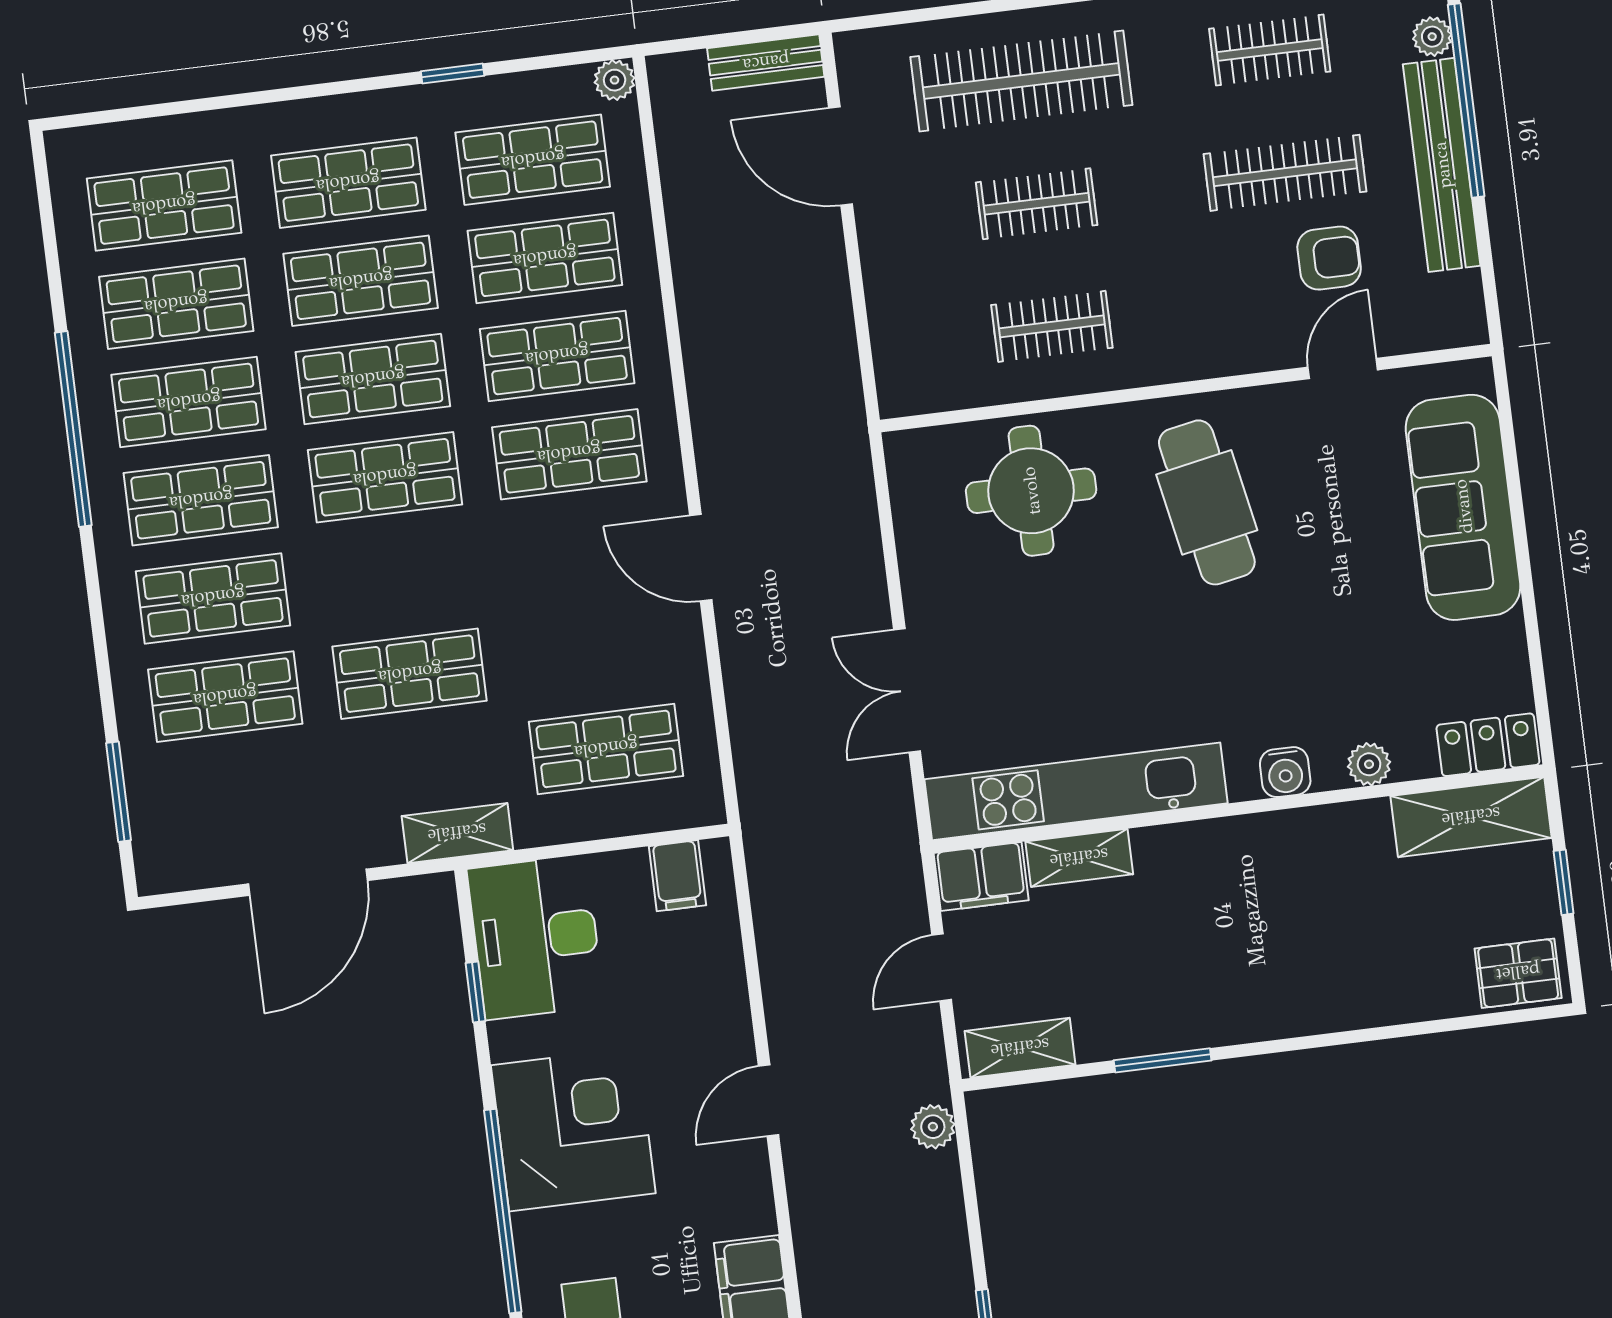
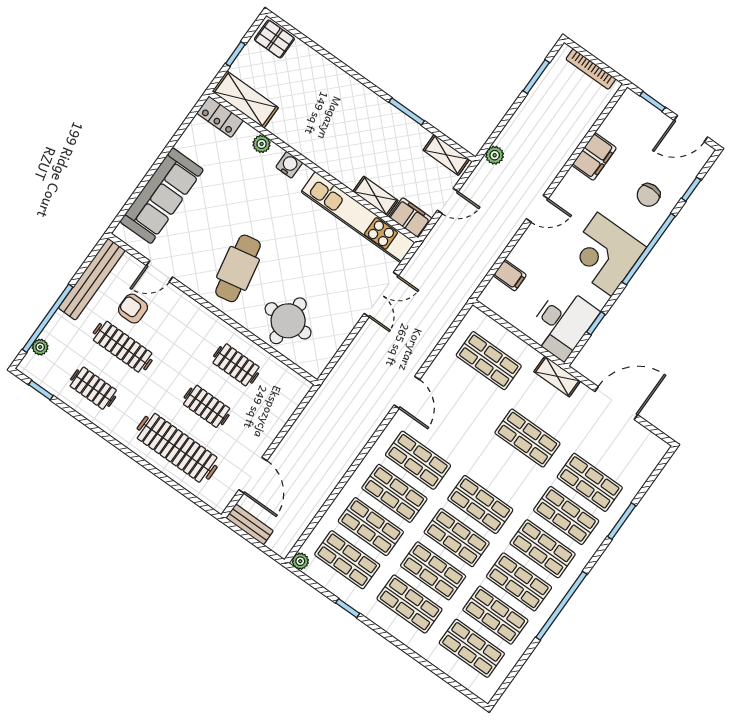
bench: (1442, 165) -> (92, 279), moved
window: (118, 792) -> (622, 521), moved
filing cabinet: (677, 876) -> (510, 275), moved, turned 90

